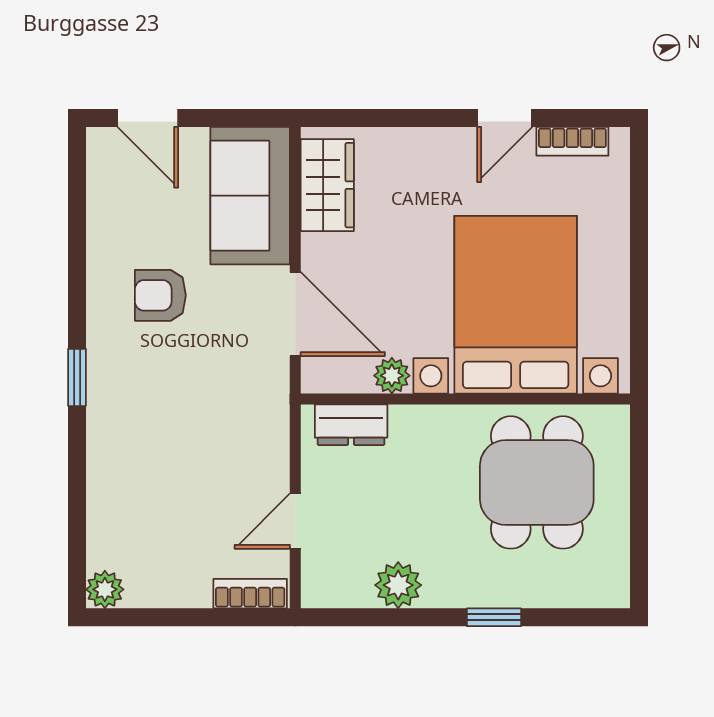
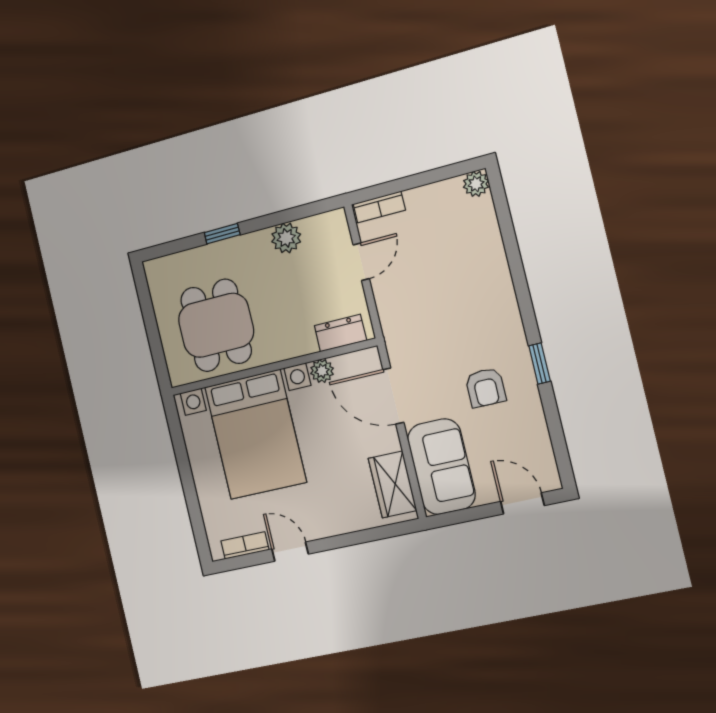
door: (505, 118) -> (290, 552), hinge flipped
armchair: (160, 295) -> (486, 388), turned 90
window: (77, 377) -> (540, 364), moved

